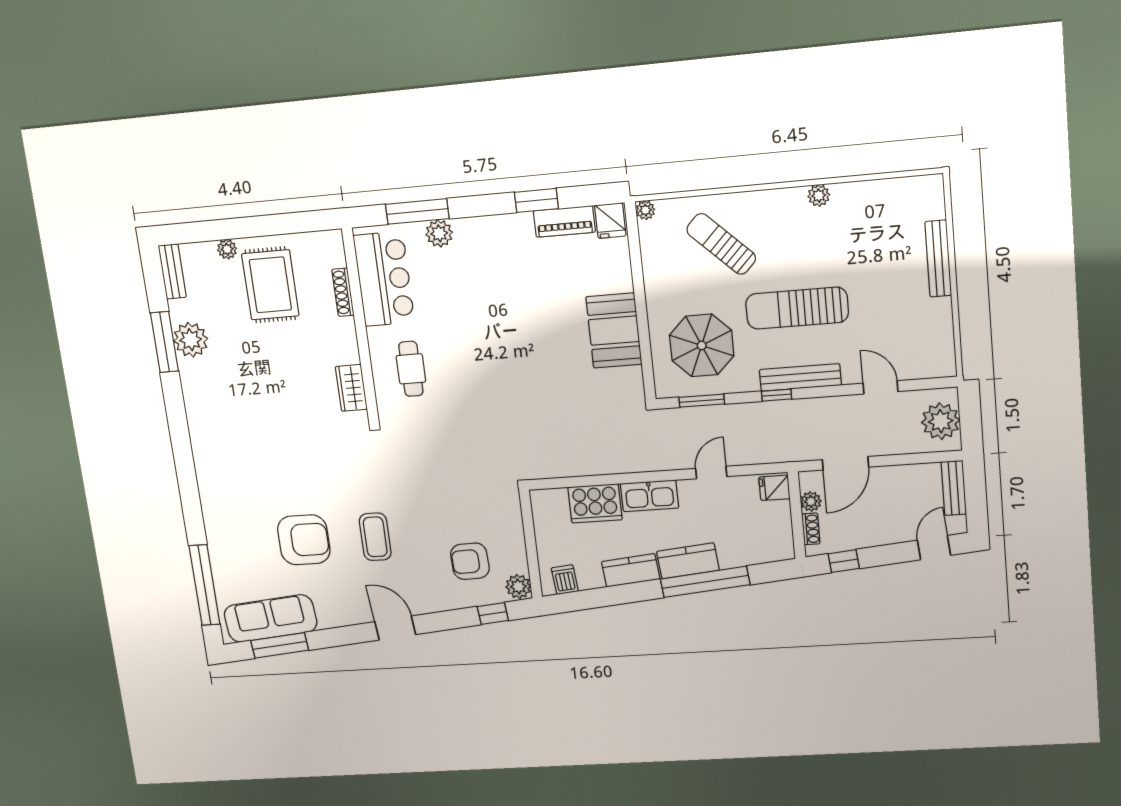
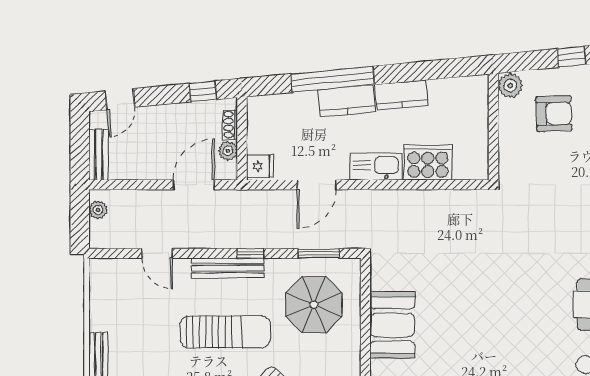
plant: (941, 421) -> (98, 210), width x0.53, depth x0.53
door: (711, 472) -> (317, 185), width x1.38
dishwasher: (565, 580) -> (465, 90), removed
window: (493, 614) -> (571, 57), moved

